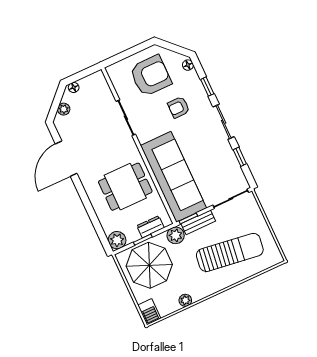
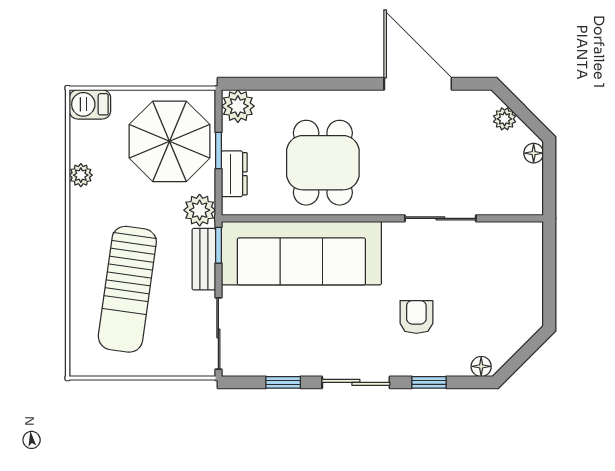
armchair: (150, 76) -> (493, 294), removed

